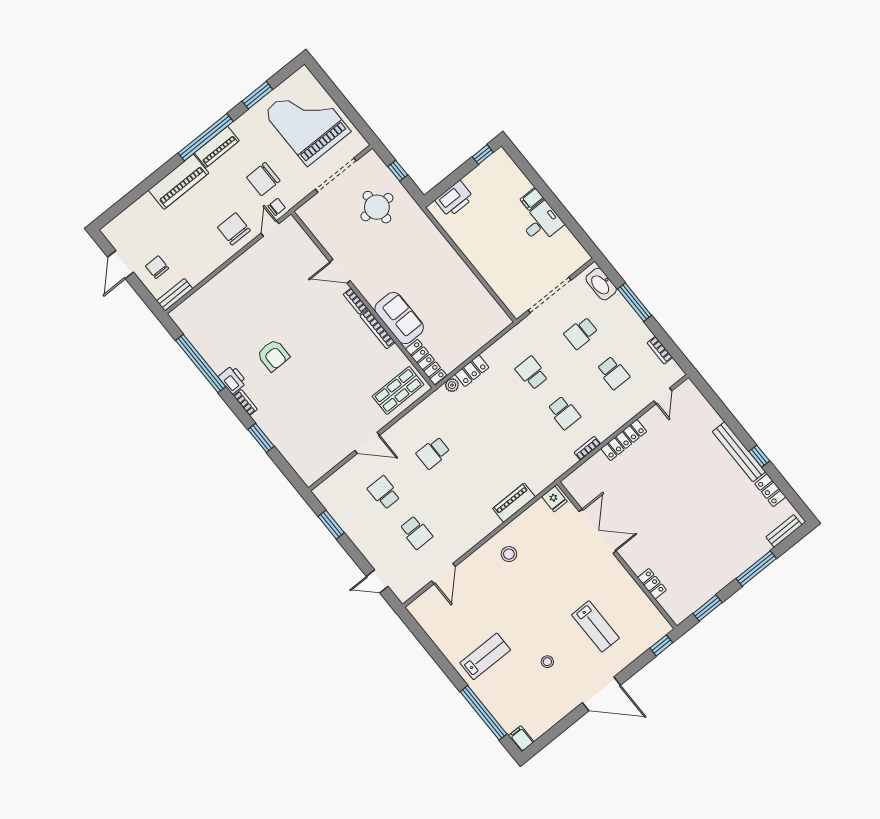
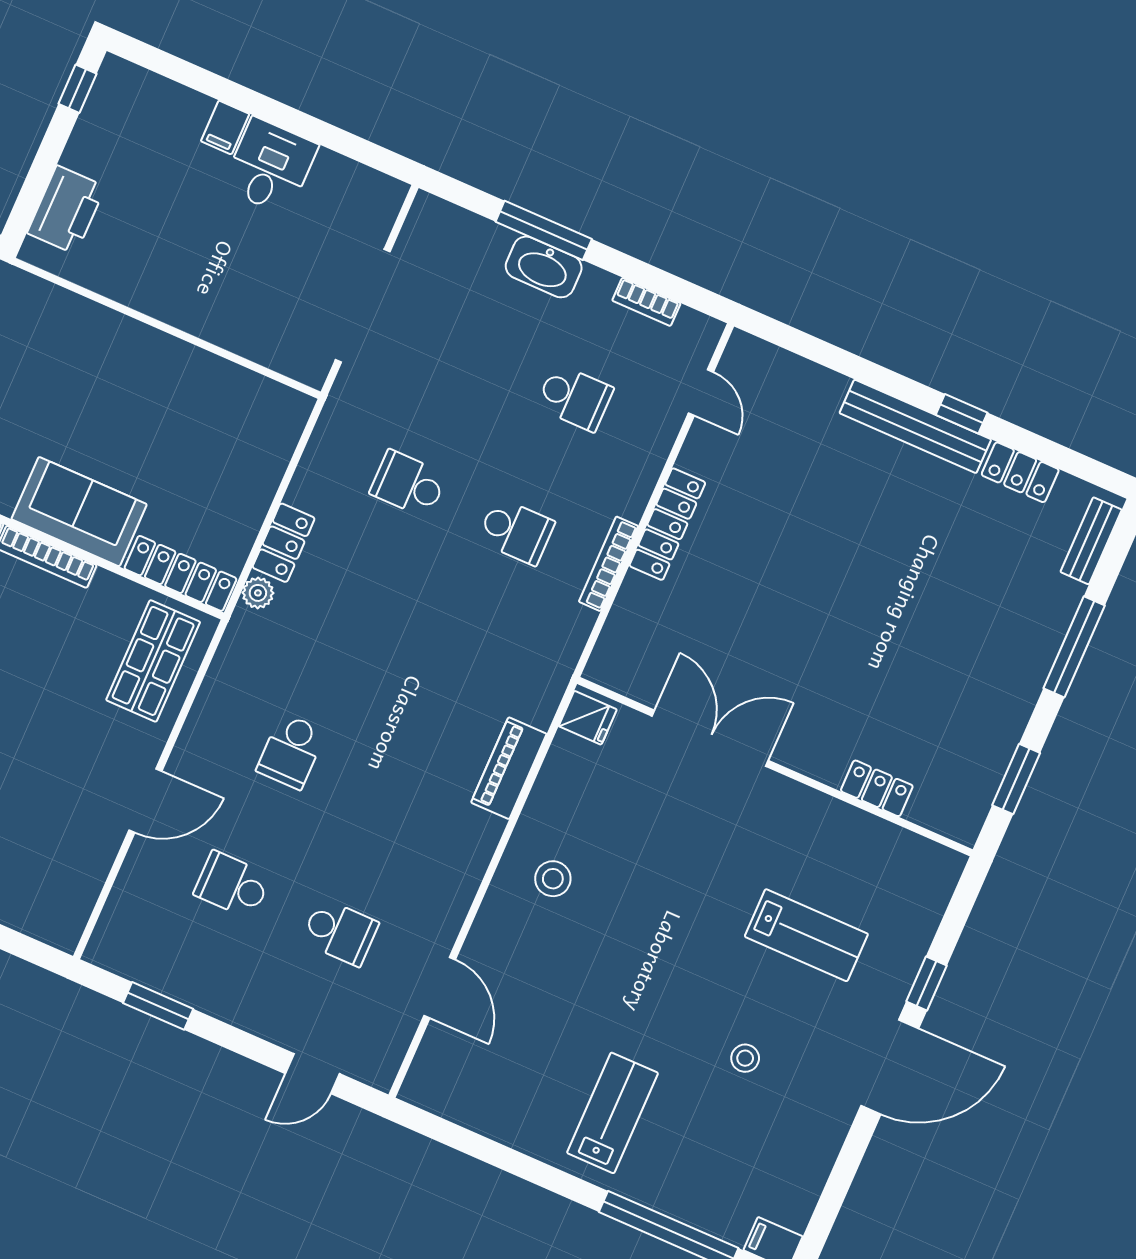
washbasin: (601, 284) -> (544, 267), moved
school desk: (581, 333) -> (467, 350), removed
bookcase: (587, 448) -> (608, 564), width x1.56
window: (661, 645) -> (926, 983), moved

